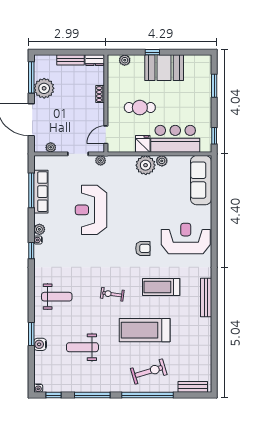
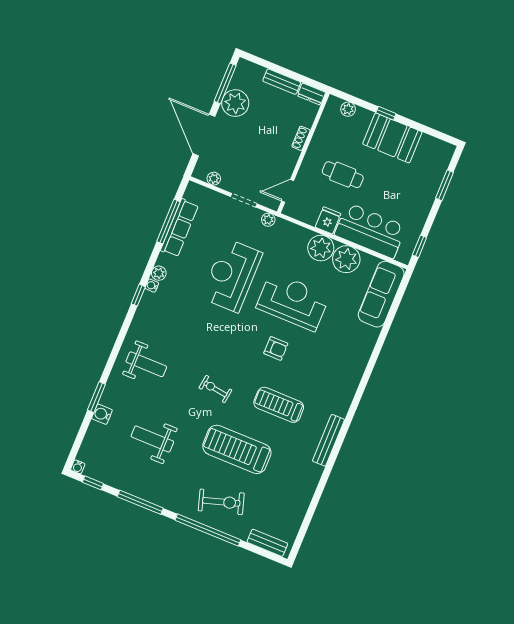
plant: (162, 161) -> (346, 259), width x1.88, depth x1.88
reception desk: (186, 238) -> (293, 301), moved

